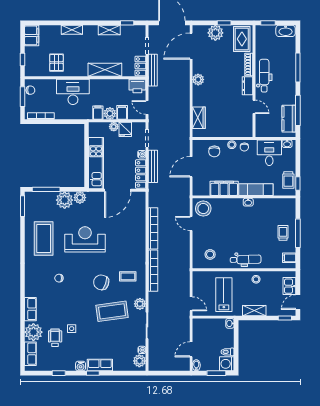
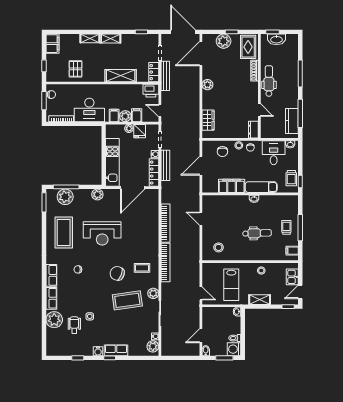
shelving: (109, 30) -> (111, 38), moved
washbasin: (286, 31) -> (276, 39), moved
dresser: (248, 86) -> (253, 130), moved
desk: (73, 92) -> (89, 110), moved, turned 180
plant: (65, 200) -> (65, 197), moved
stool: (203, 209) -> (212, 205), removed
reception desk: (85, 239) -> (102, 233), turned 180
dental chair: (246, 260) -> (257, 233), moved
lab bench: (224, 295) -> (231, 285), turned 180
row of seats: (30, 354) -> (51, 275), moved

